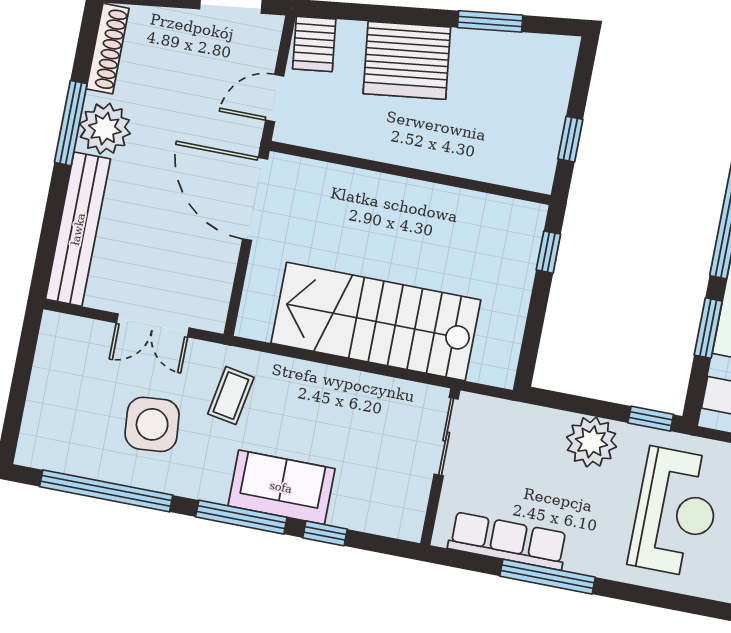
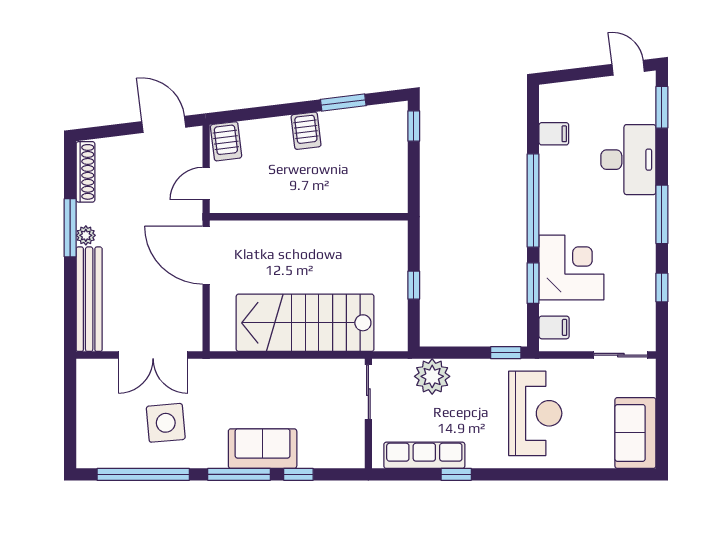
server rack: (407, 60) -> (306, 131), width x0.46, depth x0.70
plant: (105, 129) -> (86, 235), width x0.53, depth x0.53
window: (570, 139) -> (414, 126), moved
window: (548, 252) -> (414, 285), moved
double door: (153, 325) -> (153, 355), width x1.37
coffee table: (231, 396) -> (216, 393), removed
plant: (592, 442) -> (432, 376), moved
window: (547, 577) -> (456, 474), width x0.46

